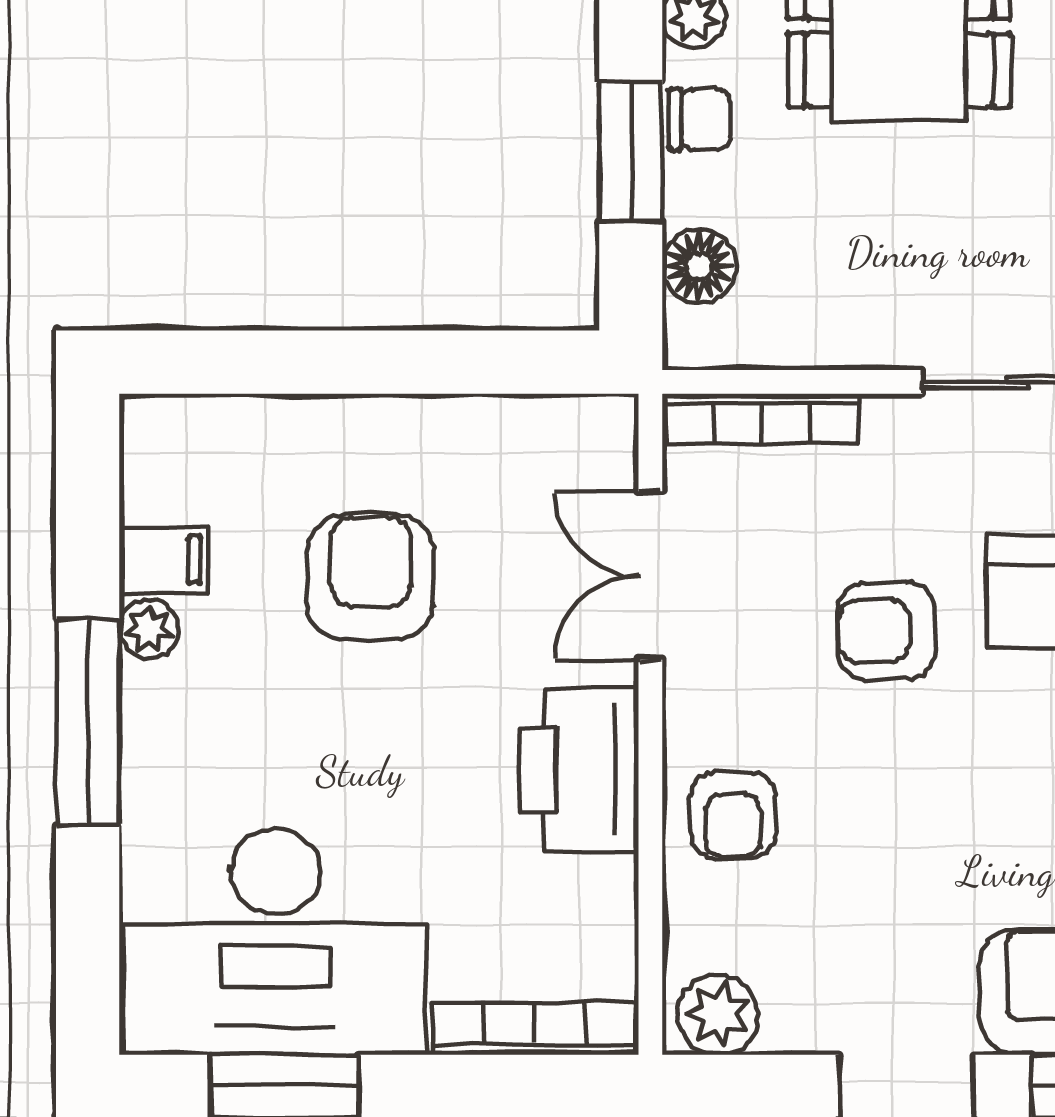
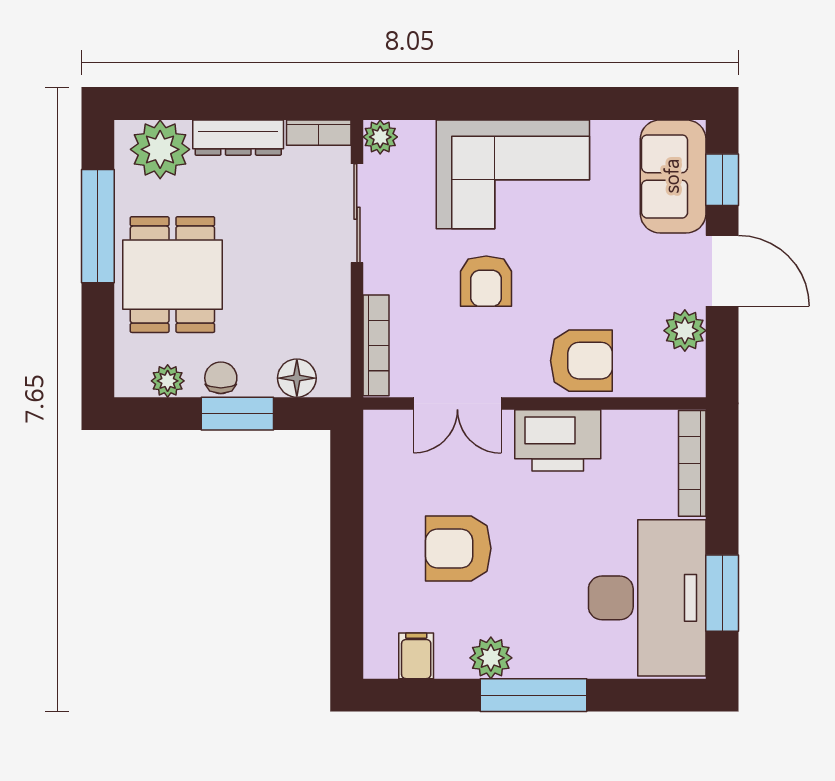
filing cabinet: (163, 560) -> (416, 656), moved
plant: (149, 629) -> (491, 658), width x1.38, depth x1.38
armchair: (733, 815) -> (581, 361), width x1.38, depth x1.38
plant: (718, 1014) -> (685, 331), moved

